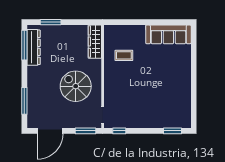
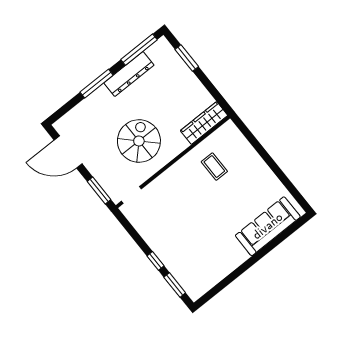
sofa: (168, 34) -> (268, 226), moved, turned 90
dresser: (34, 47) -> (129, 74), moved
window: (24, 101) -> (97, 84), moved
window: (119, 131) -> (155, 261), moved

